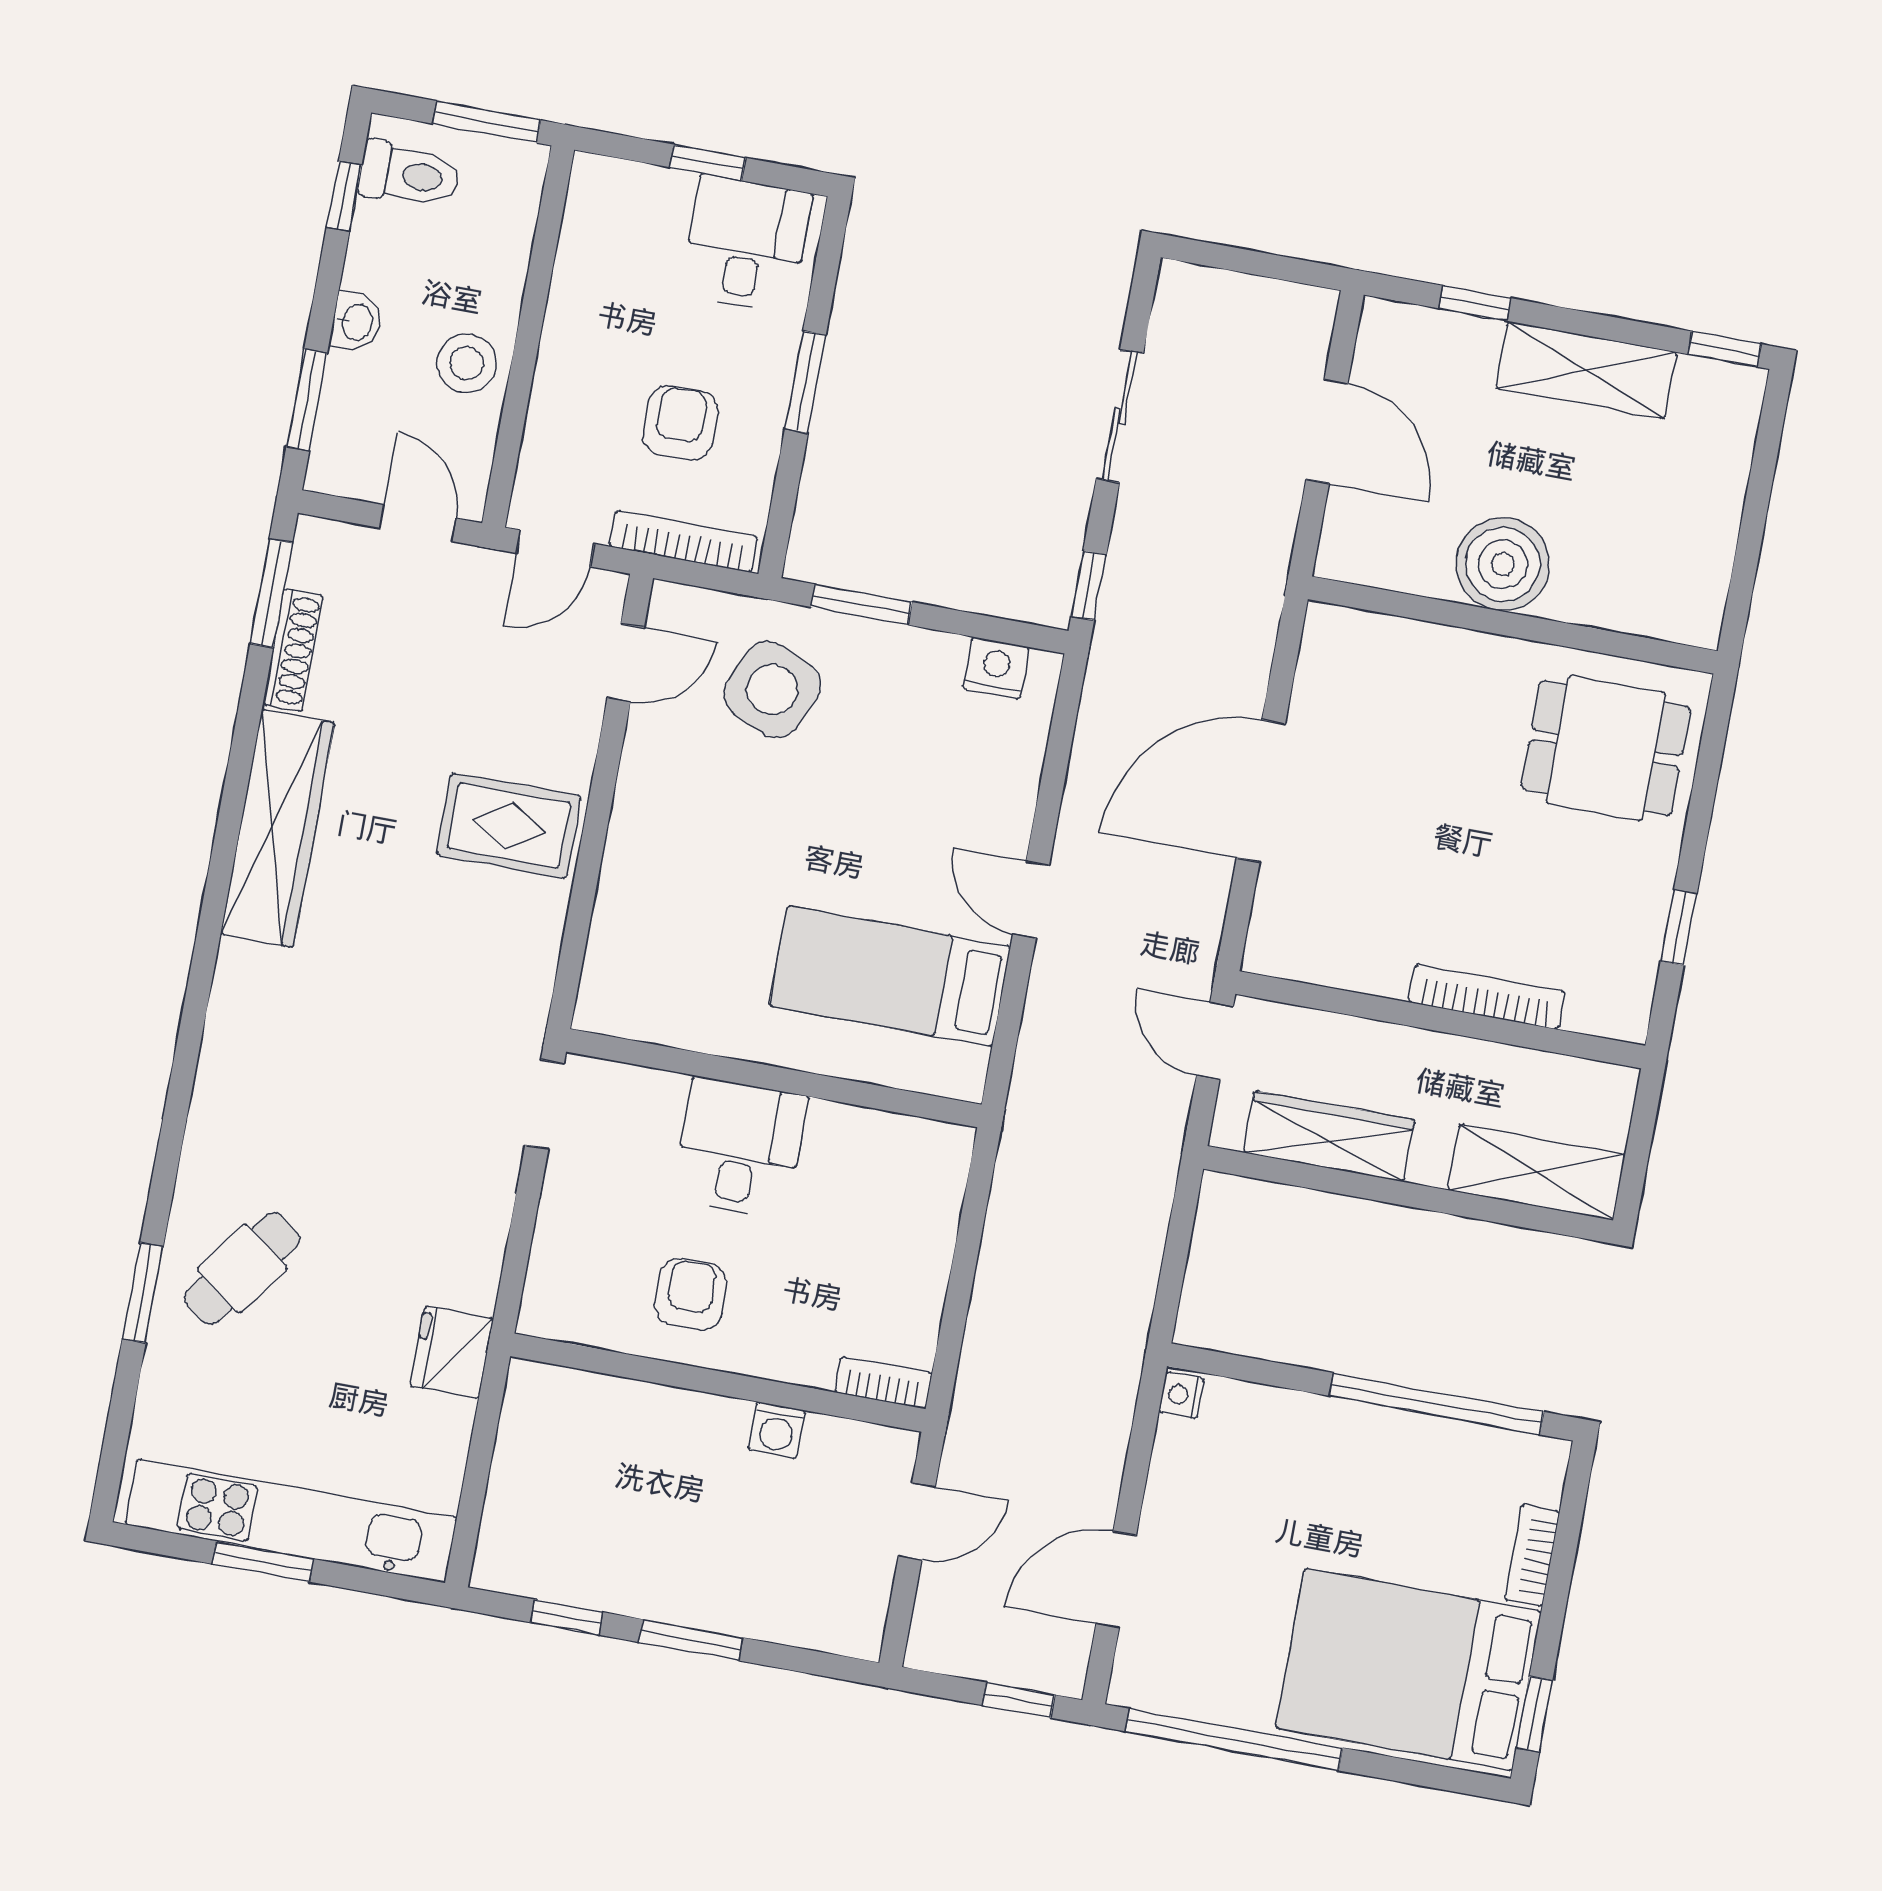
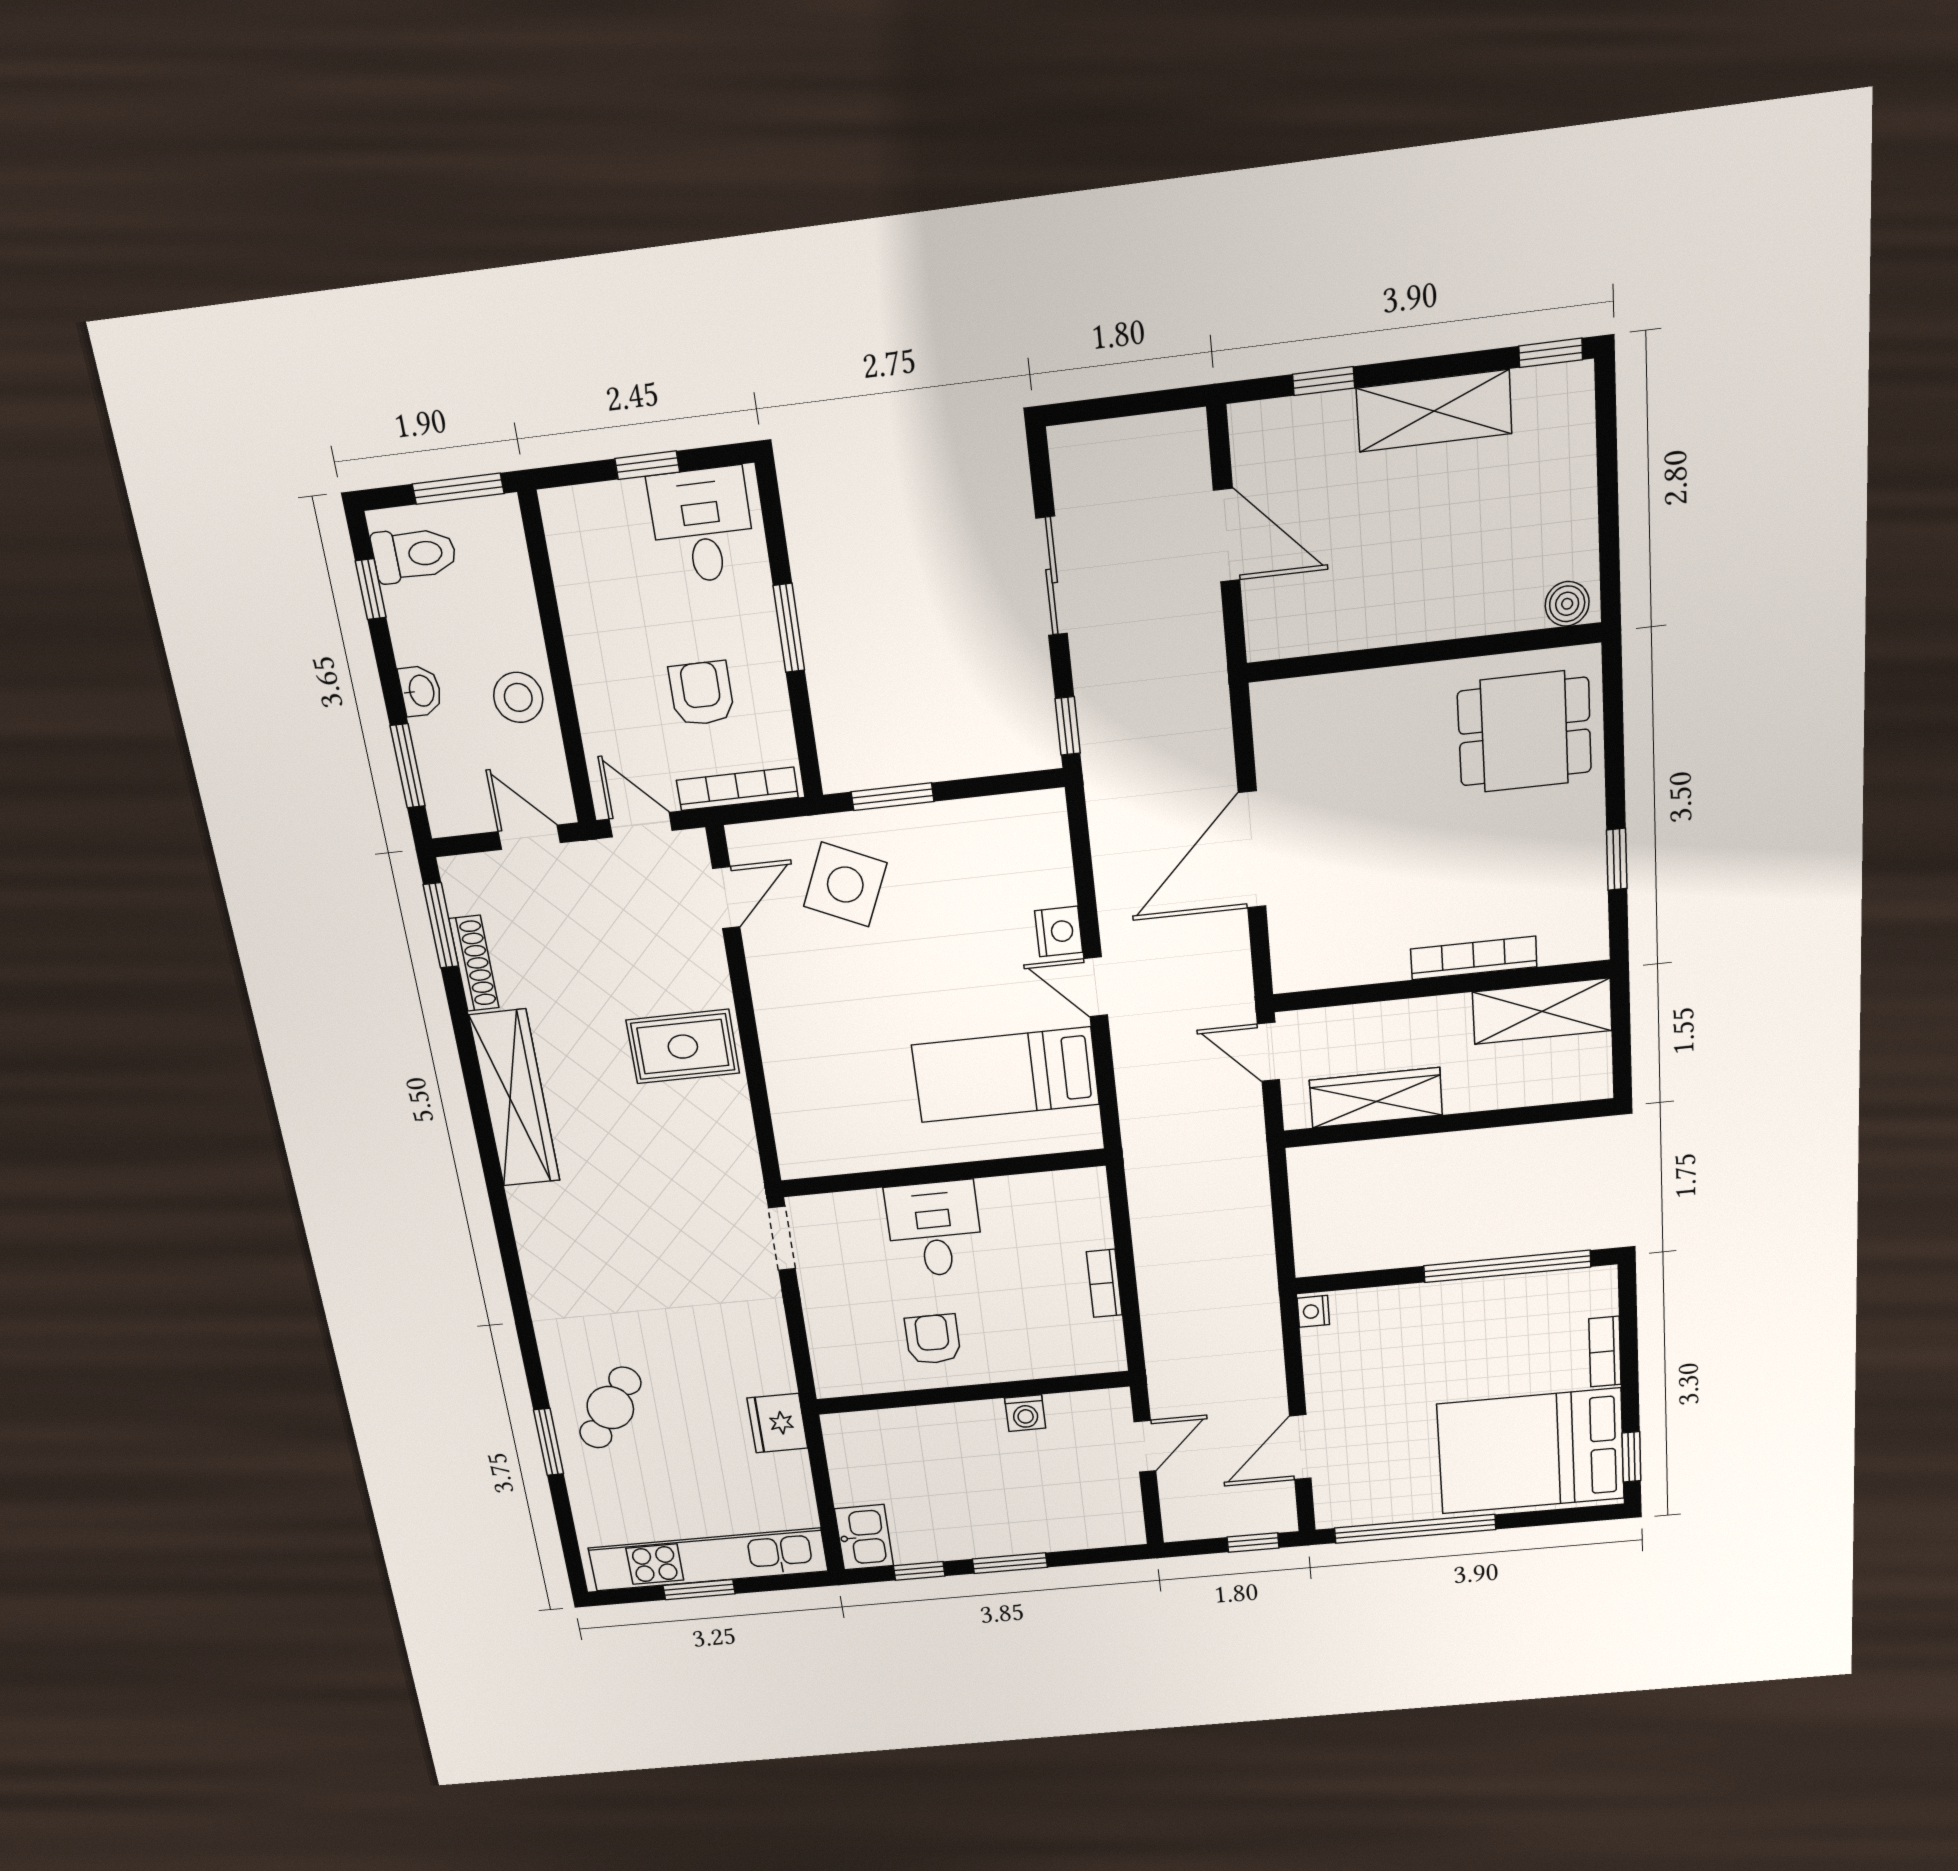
door: (555, 548) -> (641, 825), swing flipped
boiler: (1503, 564) -> (1567, 604), moved, width x0.54, depth x0.54
nightstand: (996, 668) -> (1059, 931), moved, turned 90
shelving: (1537, 1172) -> (1542, 1011), moved
bookcase: (884, 1383) -> (1104, 1283), moved, turned -90
kitchen sink: (510, 1547) -> (864, 1537), added

